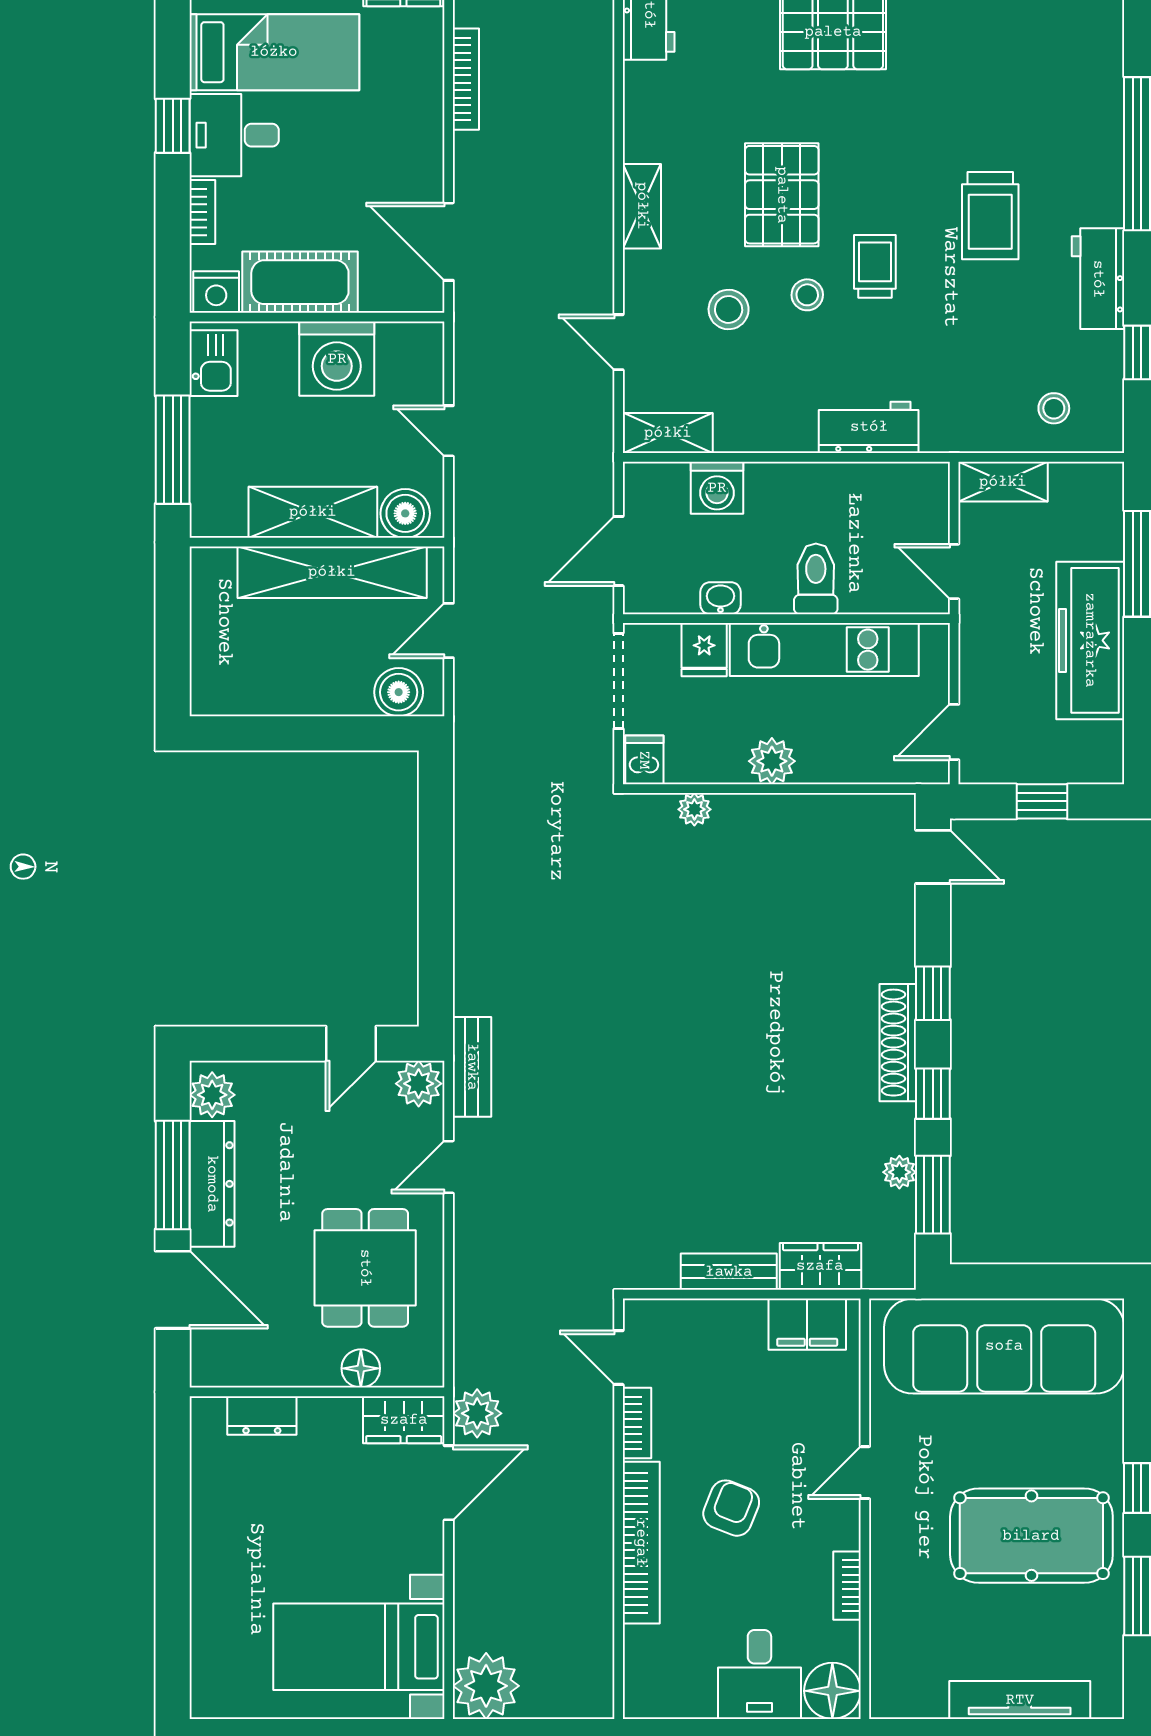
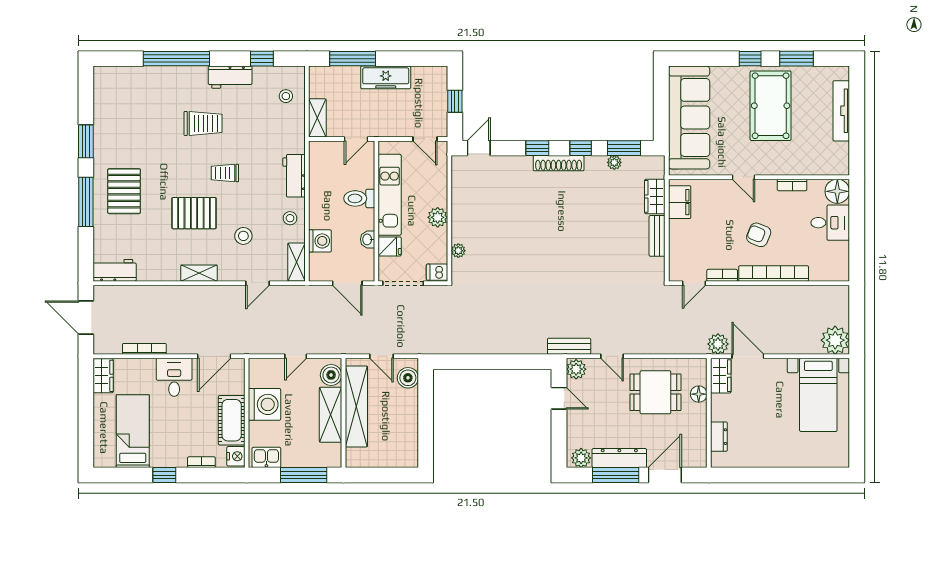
desk: (234, 135) -> (174, 377), moved, turned 180
stool: (807, 295) -> (290, 218), moved
freezer: (1090, 640) -> (386, 77), width x0.73, depth x0.79

